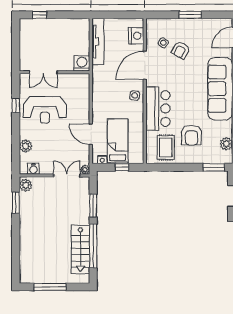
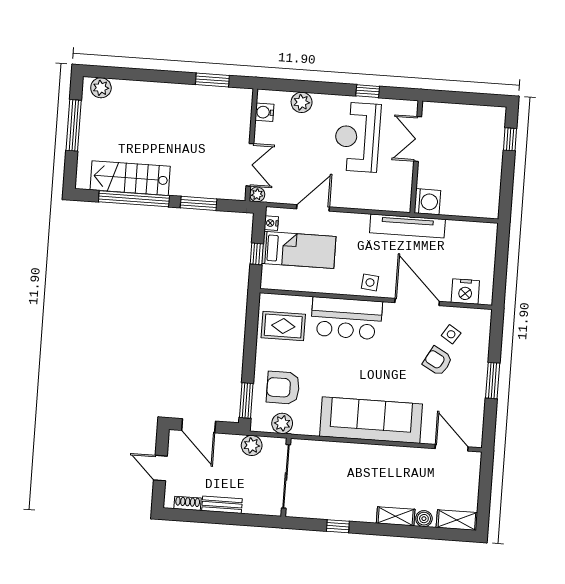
tv unit: (98, 42) -> (407, 226), moved
armchair: (192, 135) -> (283, 388), moved
plant: (26, 185) -> (101, 88), moved

